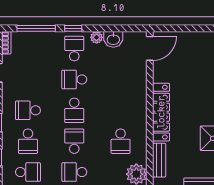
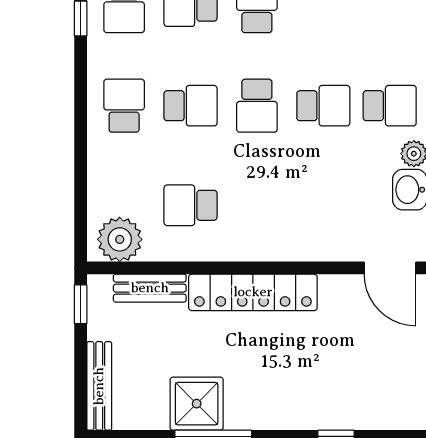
school desk: (74, 79) -> (323, 106), turned 90
school desk: (74, 110) -> (257, 106), turned -90

